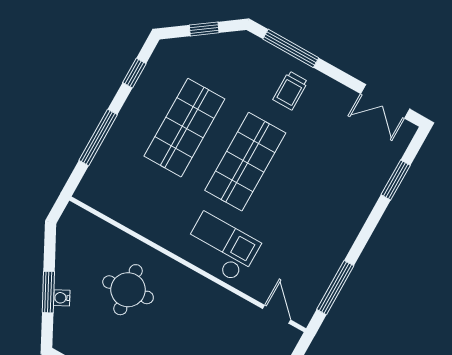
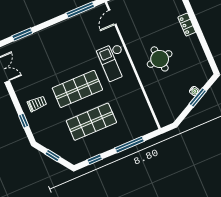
window: (291, 48) -> (24, 121), width x0.46
round table: (128, 290) -> (160, 59), moved

